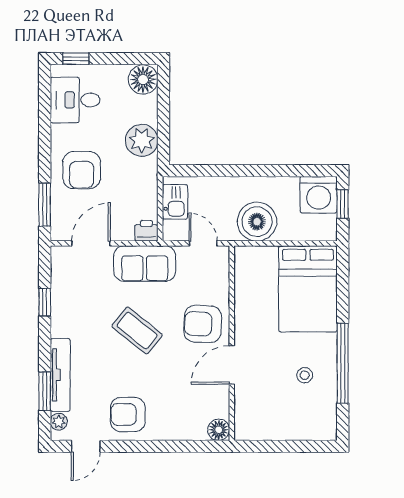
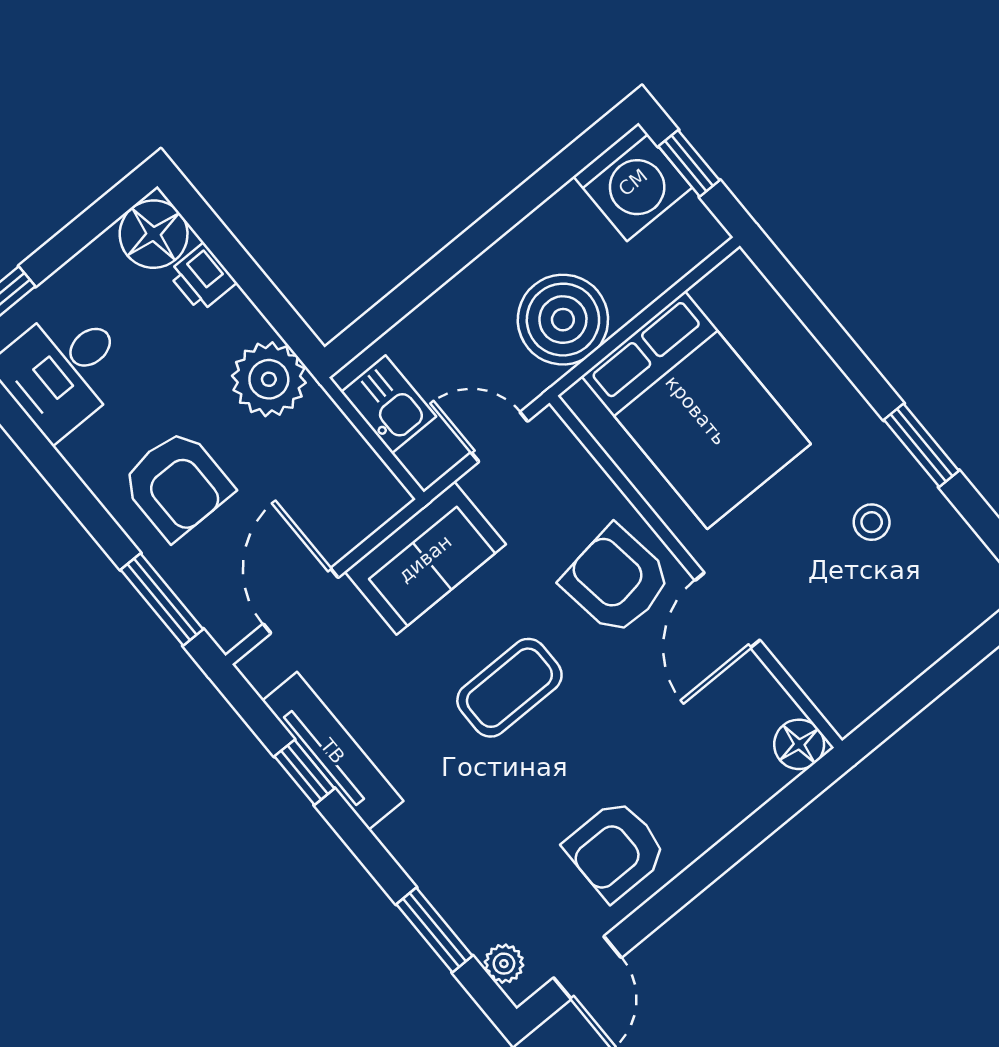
plant: (142, 140) -> (269, 379), moved
printer: (146, 231) -> (202, 277), moved, turned -90
bed: (308, 289) -> (696, 410), moved
armchair: (203, 324) -> (616, 580), turned 79
coffee table: (137, 331) -> (509, 688), turned -39
window: (343, 363) -> (921, 445), width x0.47
tv unit: (60, 375) -> (333, 751), moved

